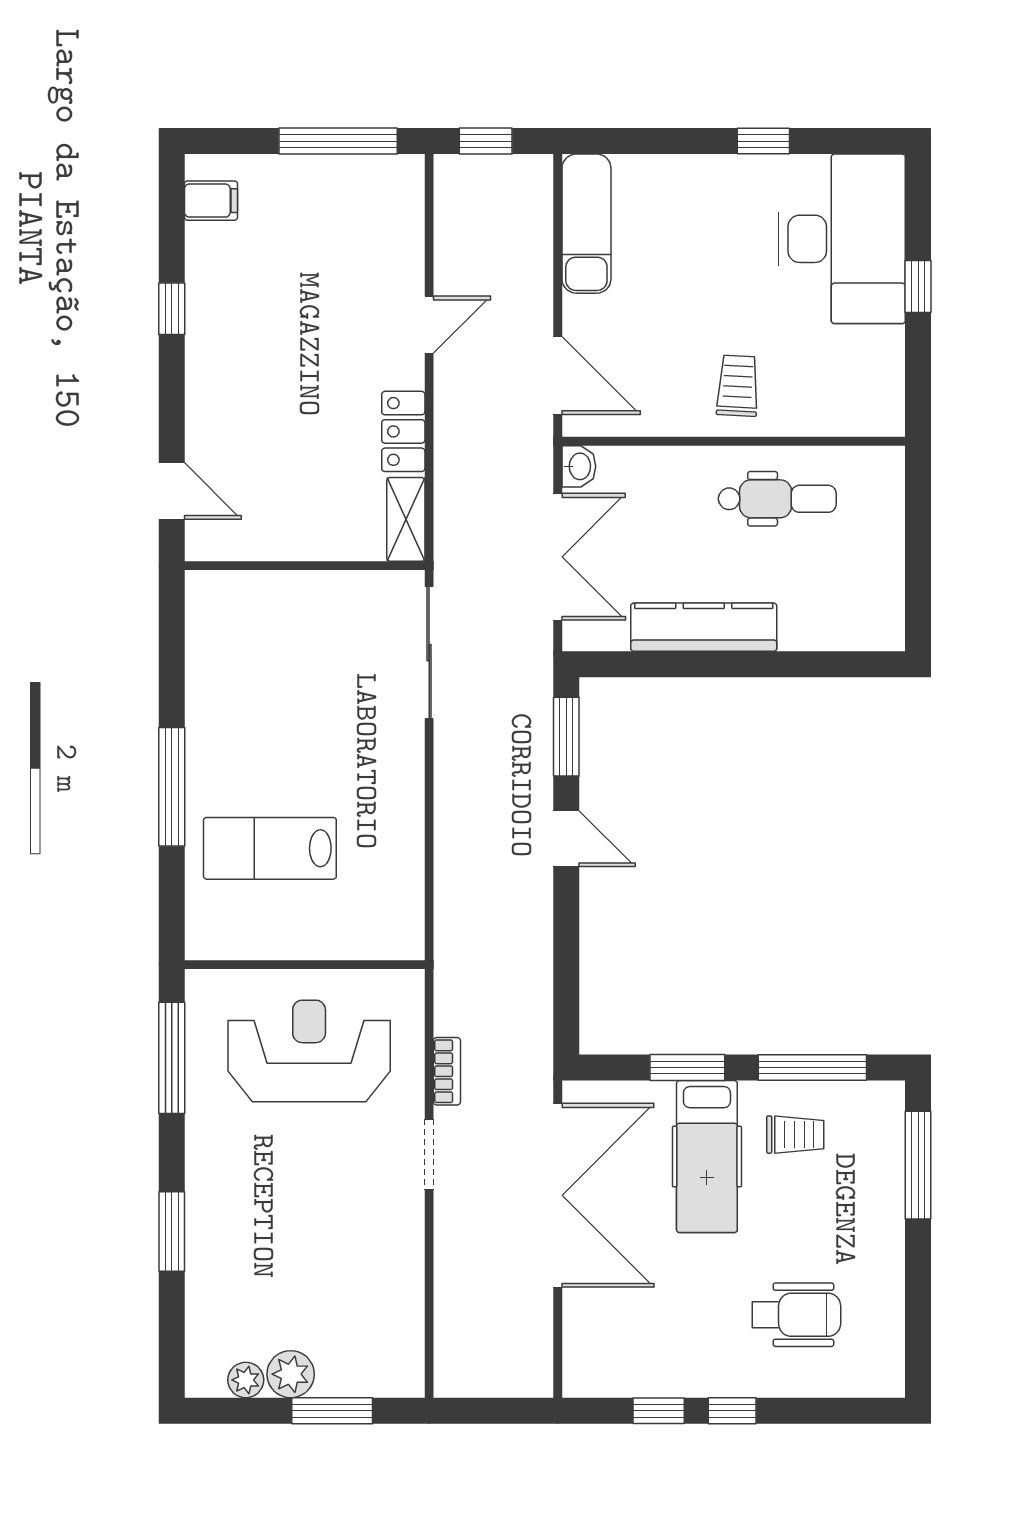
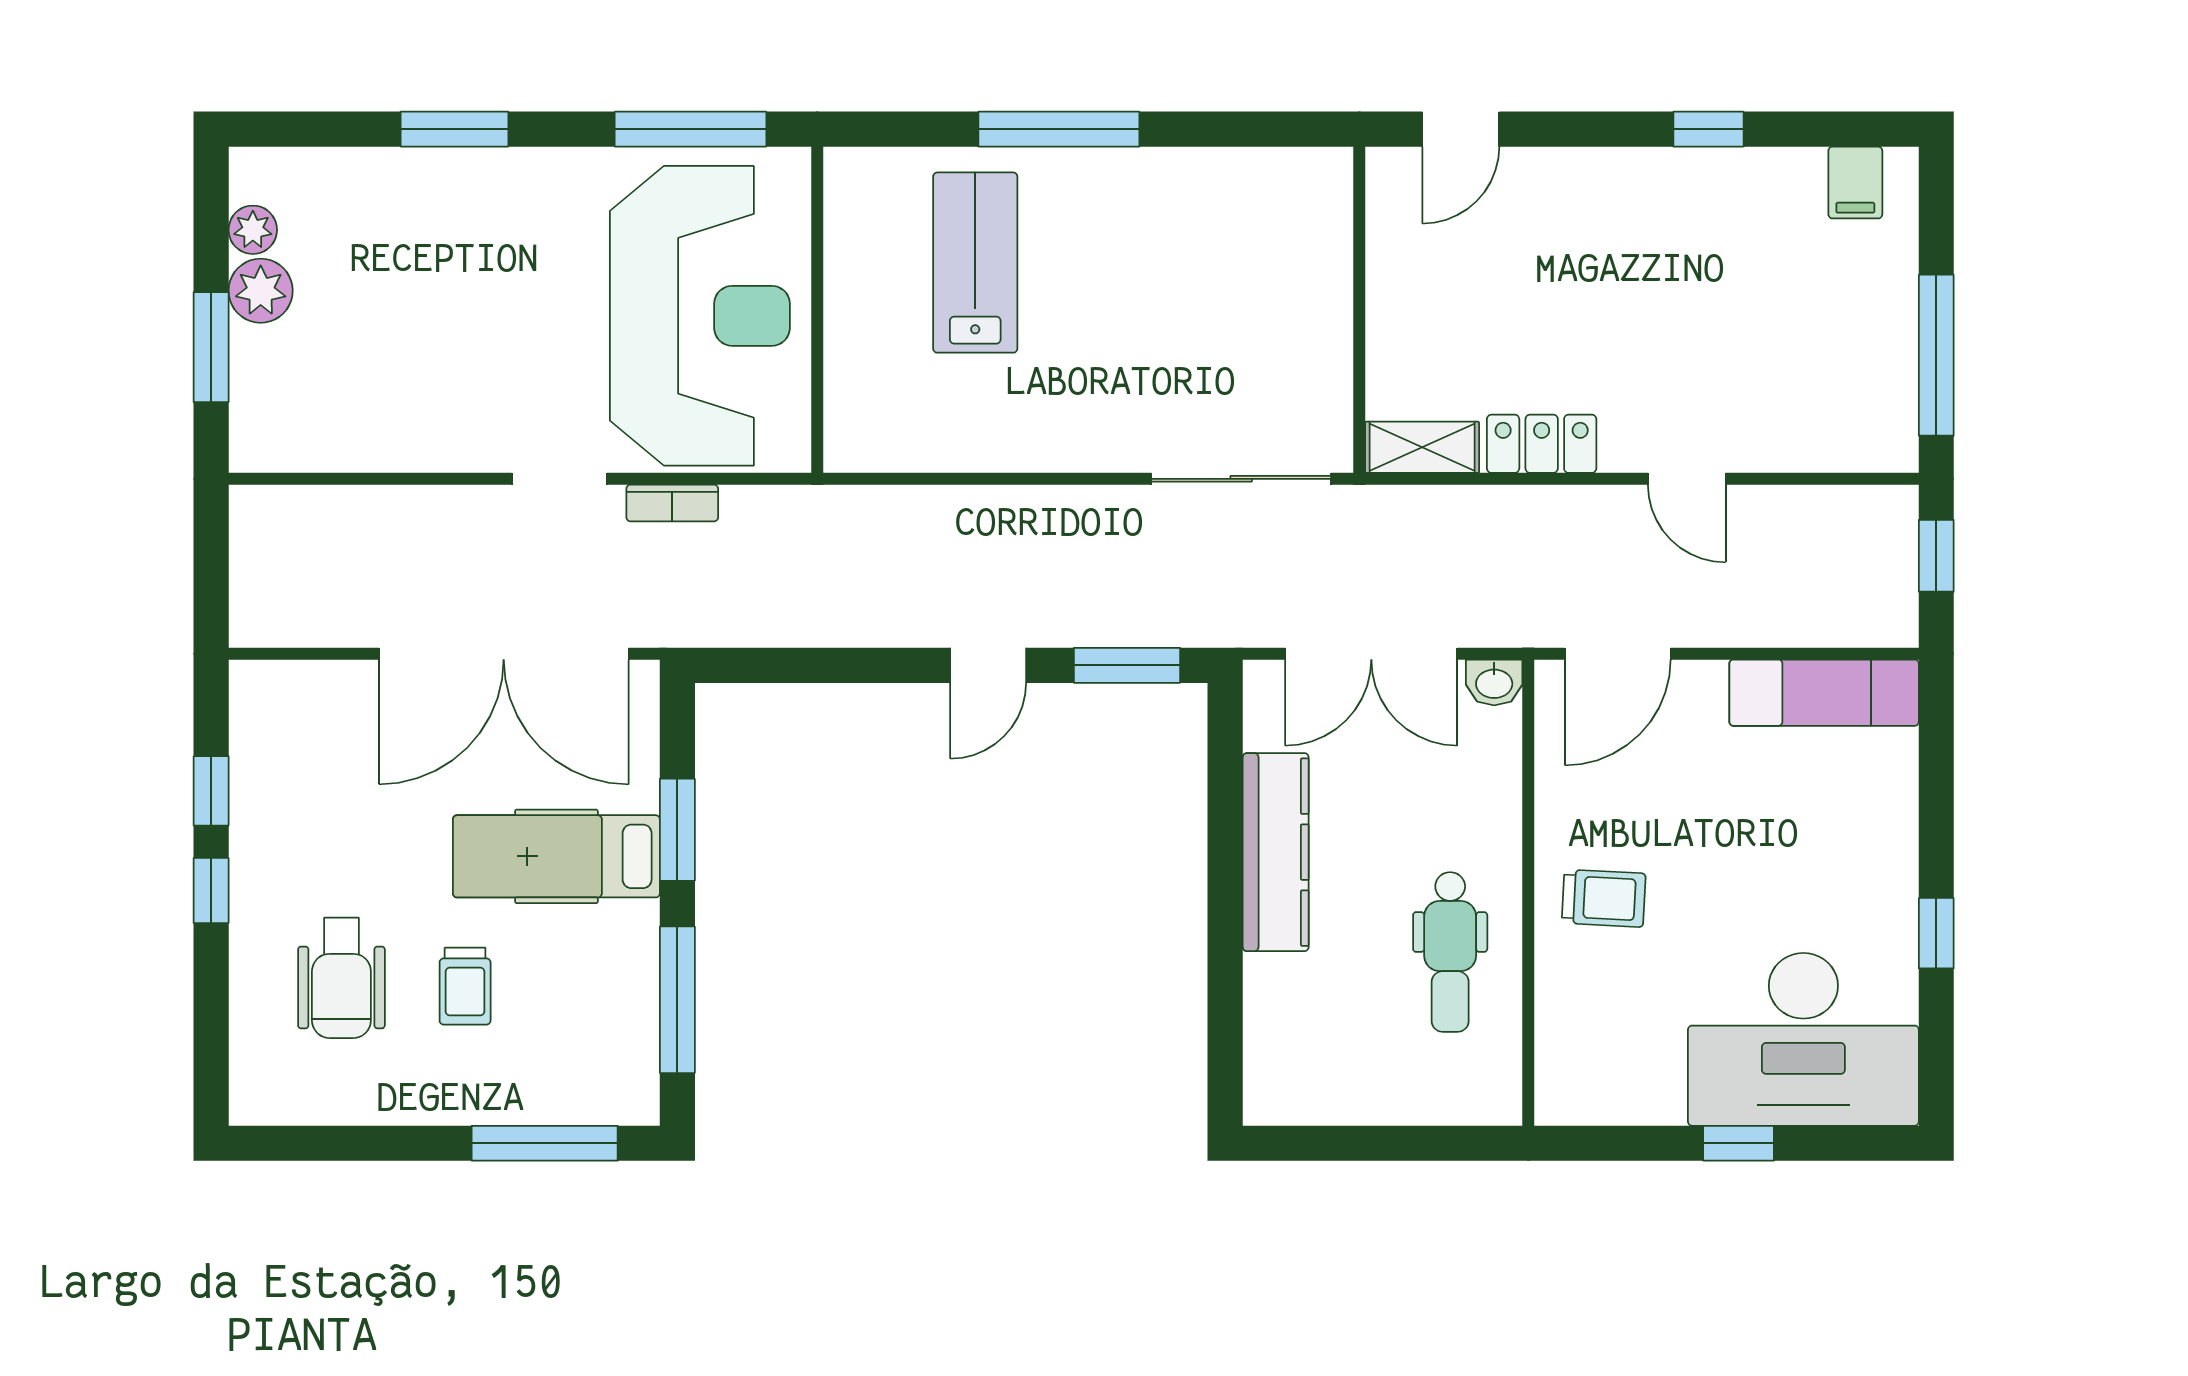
reception desk: (309, 1051) -> (700, 316), width x1.36, depth x1.30
trolley: (795, 1135) -> (465, 986), moved

